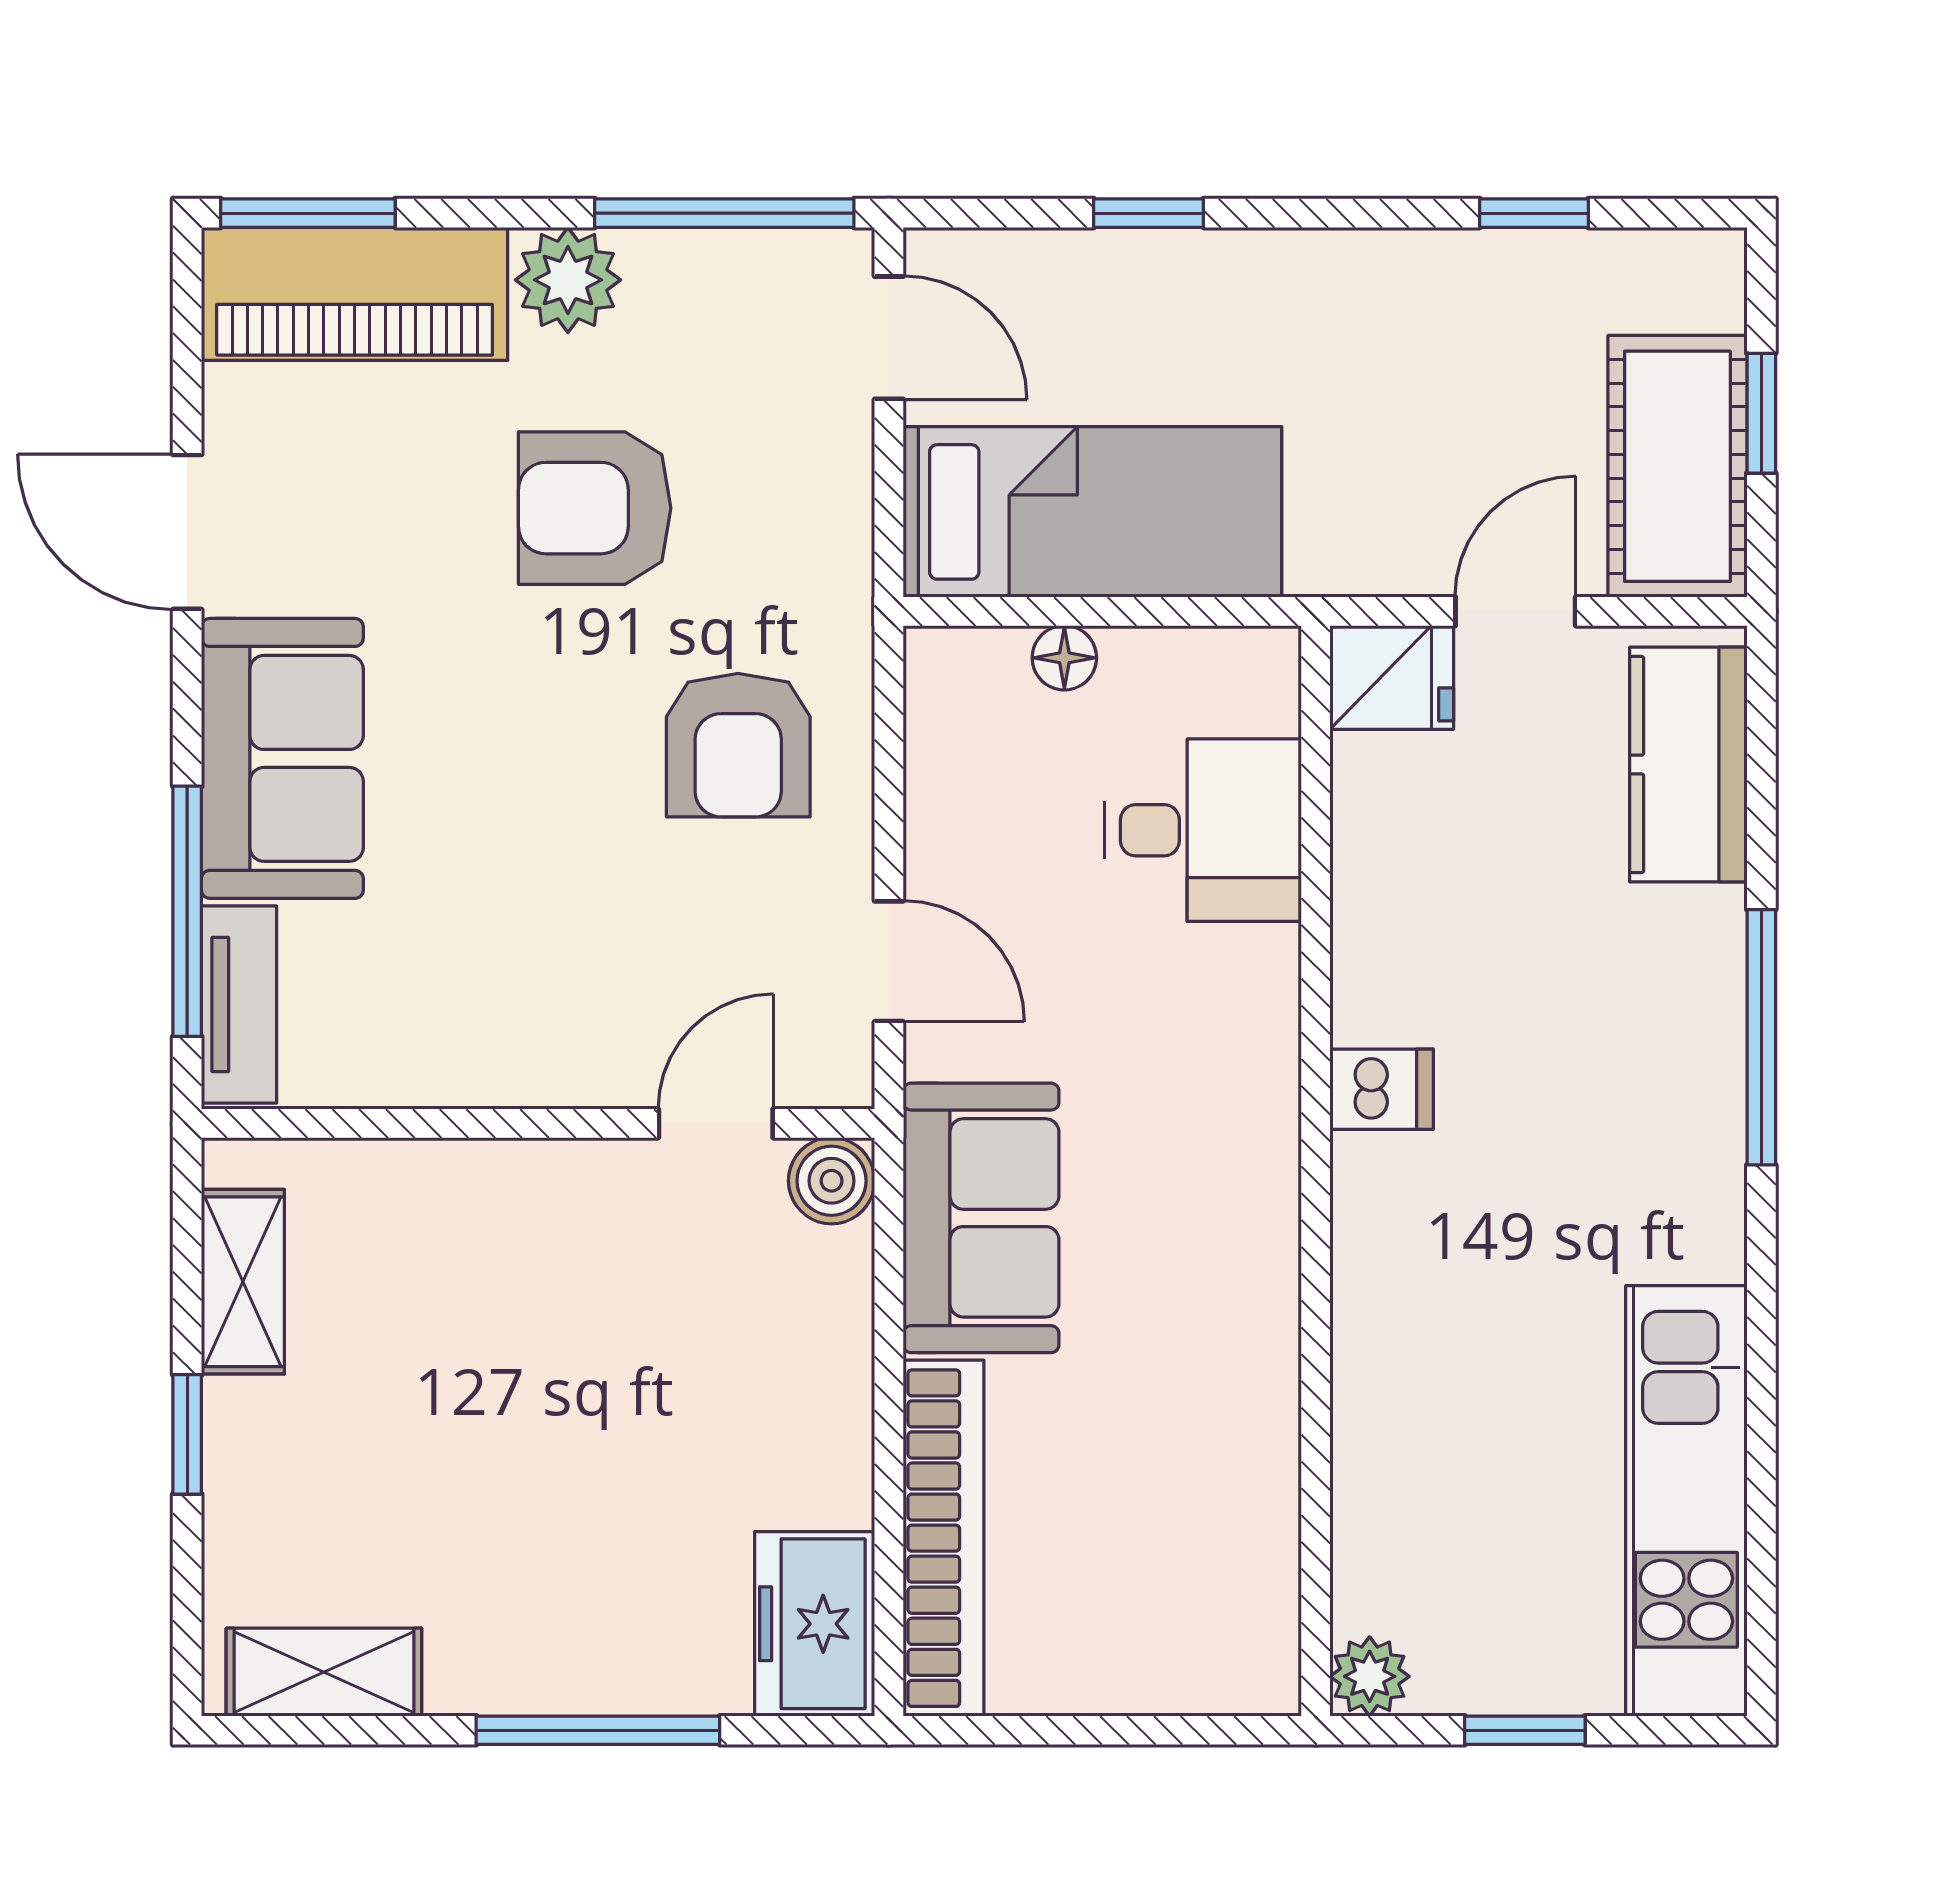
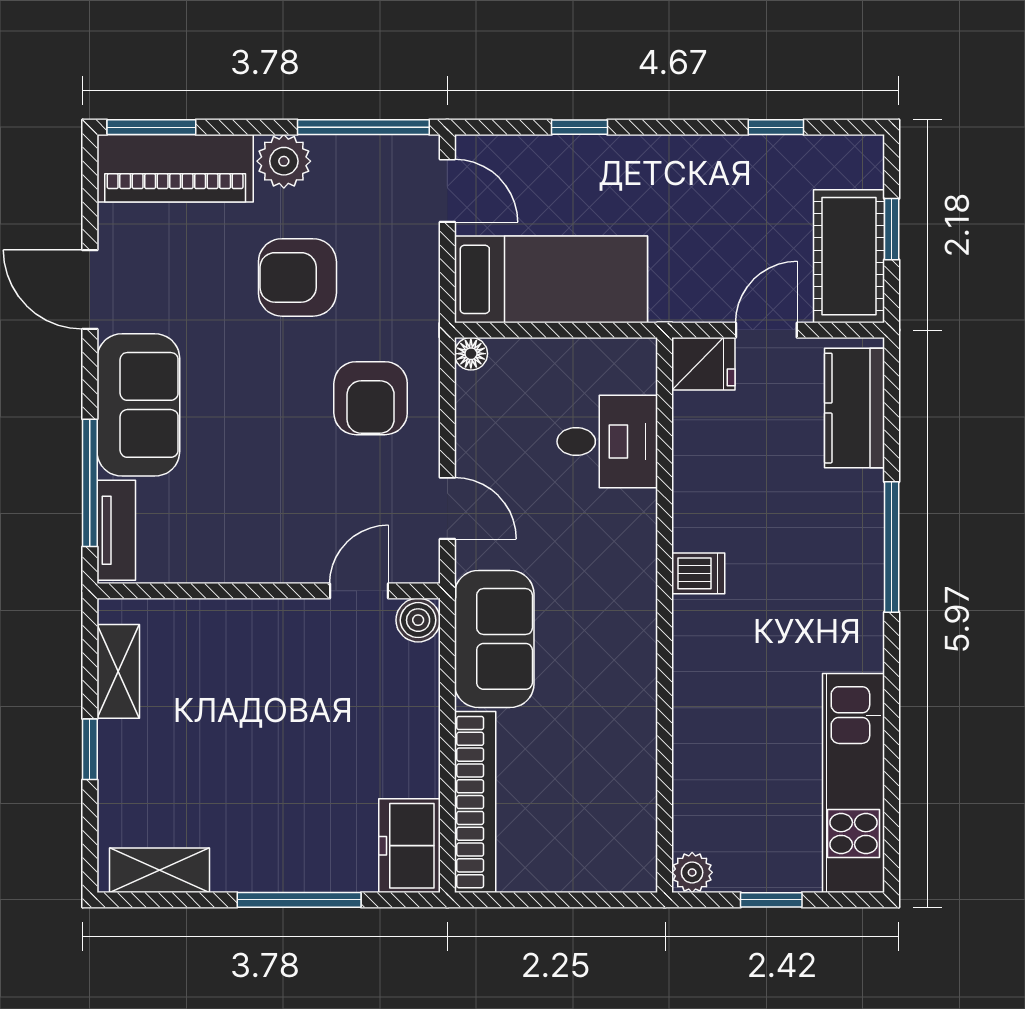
floor lamp: (1064, 658) -> (471, 354), moved

